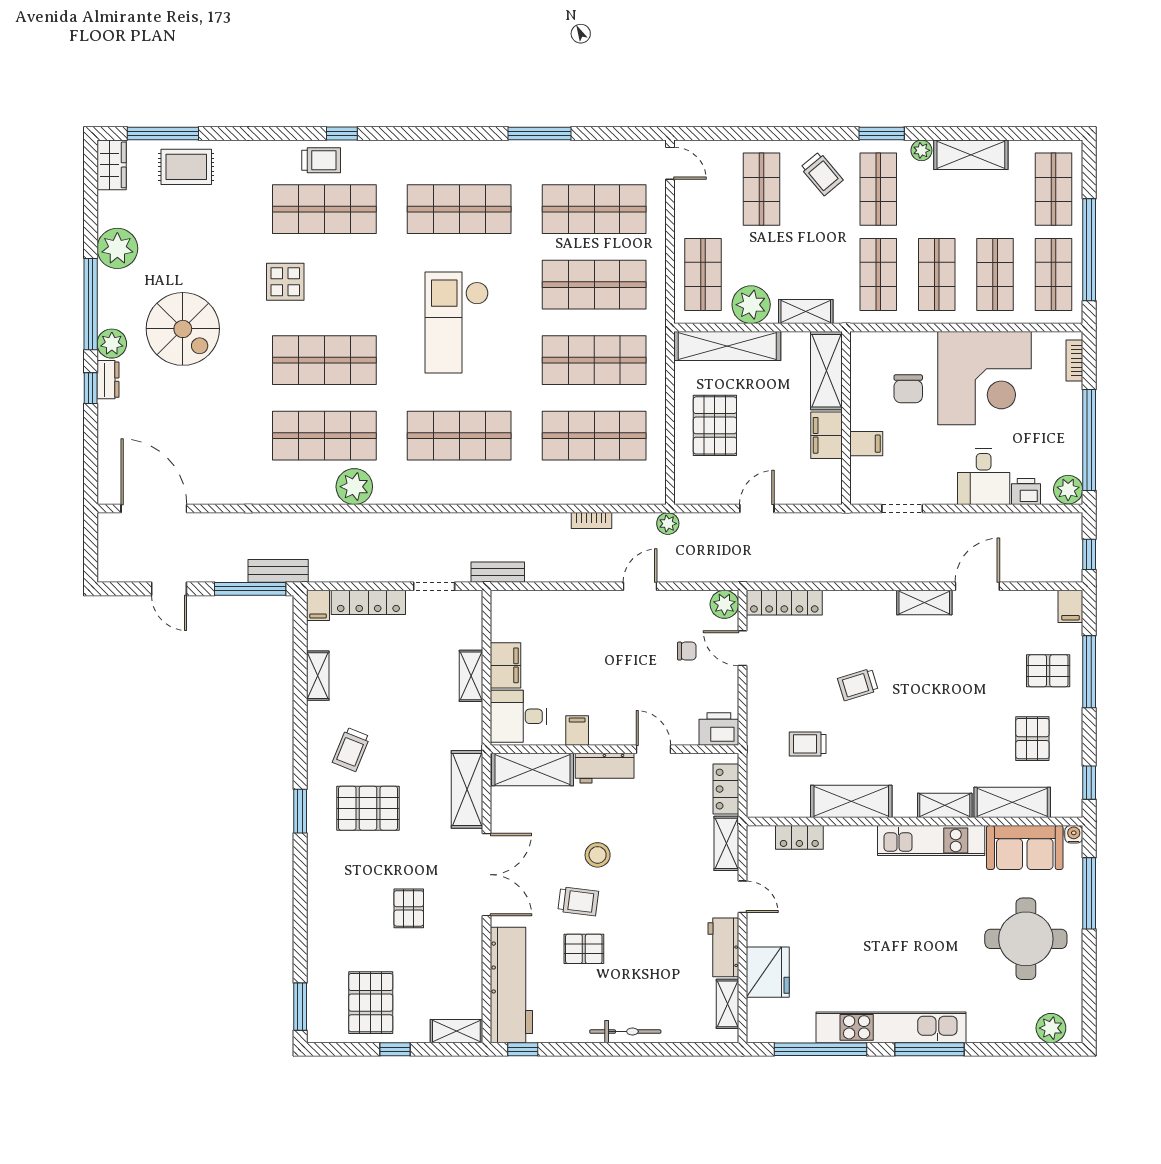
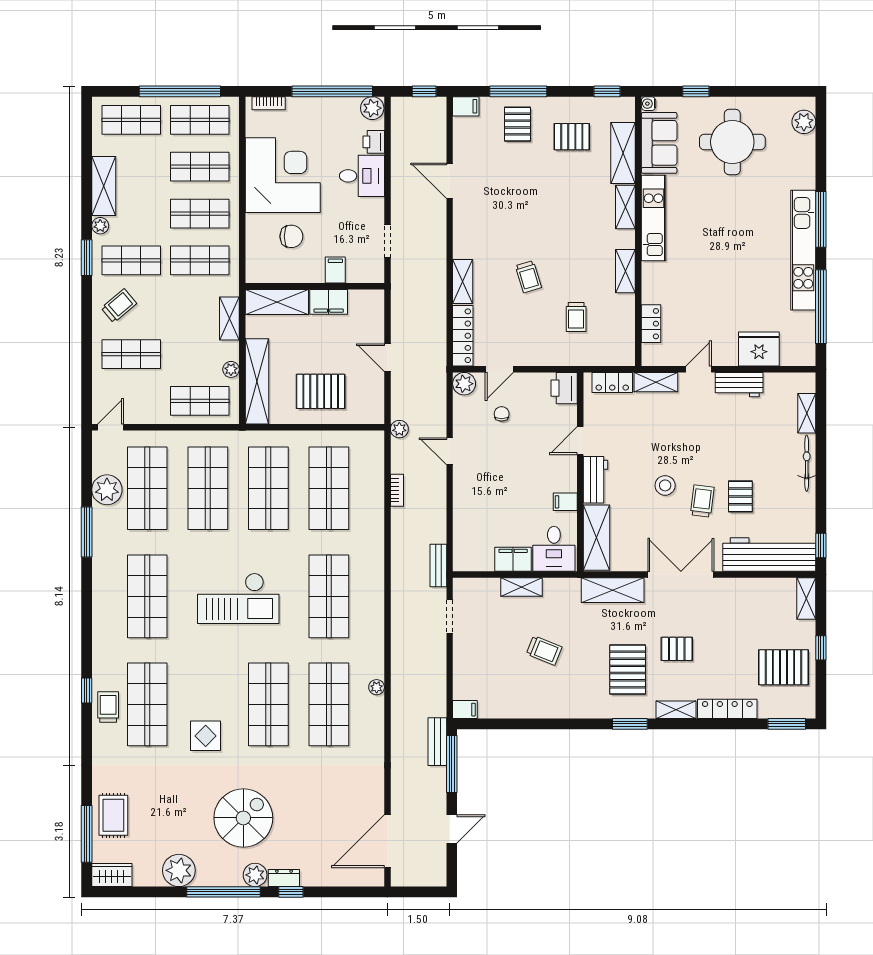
plant: (592, 159) -> (107, 490), added
plant: (751, 305) -> (231, 369), width x0.53, depth x0.53
plant: (354, 487) -> (377, 687), width x0.53, depth x0.53
locker: (368, 602) -> (727, 709), moved, turned -90
shelving: (924, 602) -> (463, 282), moved
shelving: (318, 676) -> (676, 710), moved
trolley: (351, 749) -> (544, 650), moved
shelving: (851, 801) -> (625, 271), width x0.67, depth x0.75
window: (1089, 893) -> (696, 91), width x0.46
pallet: (409, 908) -> (677, 649), moved
shelving: (727, 1004) -> (807, 413), moved, turned 90

